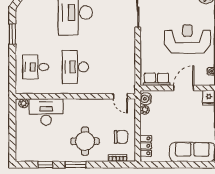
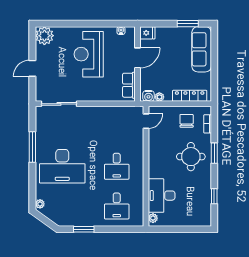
desk: (75, 67) -> (117, 166), width x0.73
door: (184, 88) -> (138, 58), swing flipped
locker: (146, 146) -> (190, 96), width x1.53
window: (75, 165) -> (214, 153), moved

